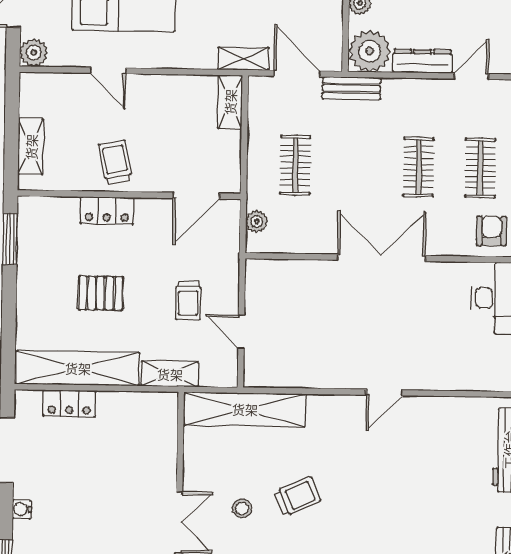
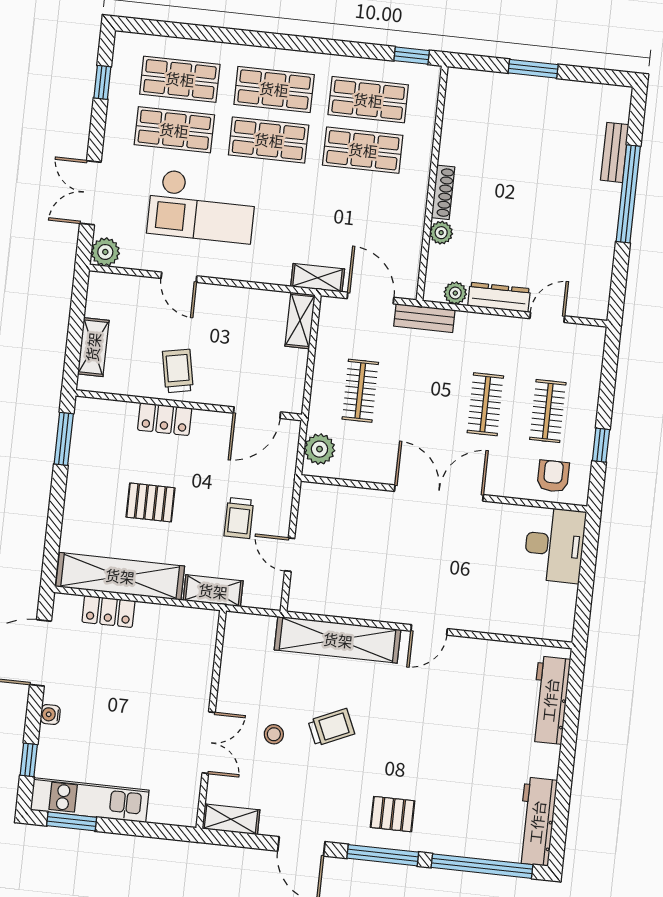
plant: (370, 51) -> (455, 293), width x0.53, depth x0.53
plant: (257, 222) -> (319, 449), width x1.38, depth x1.38
shelving: (245, 409) -> (338, 640), moved

